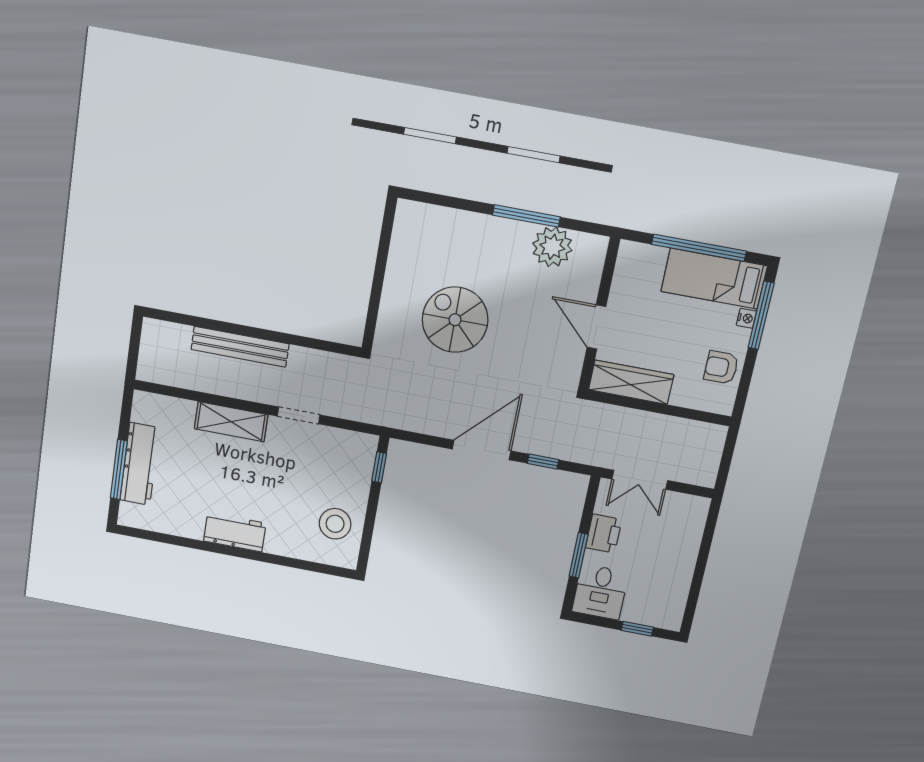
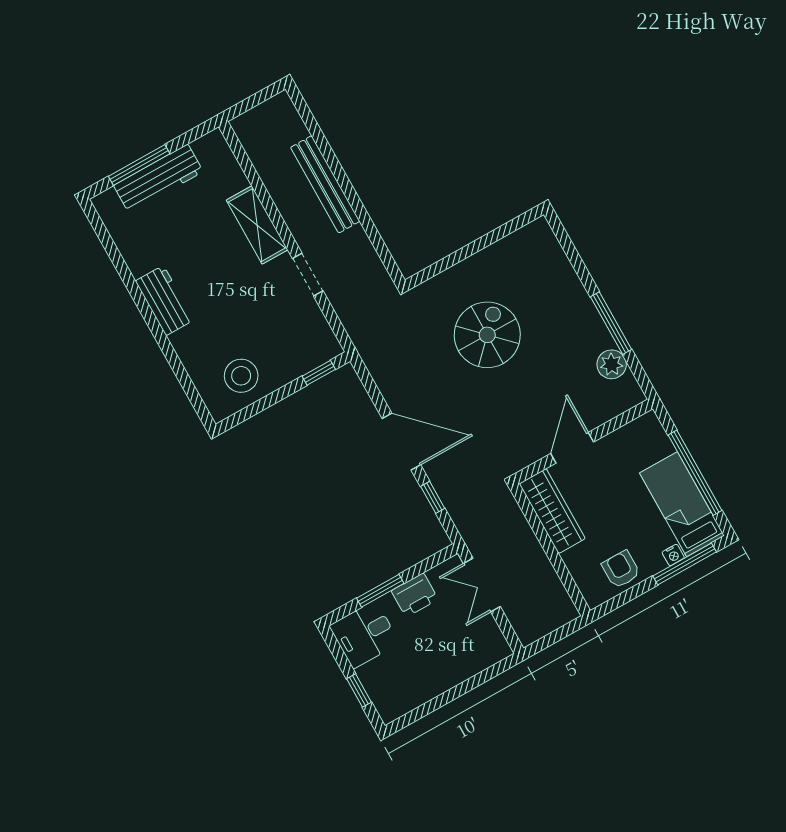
plant: (552, 247) -> (612, 364), width x0.73, depth x0.73

